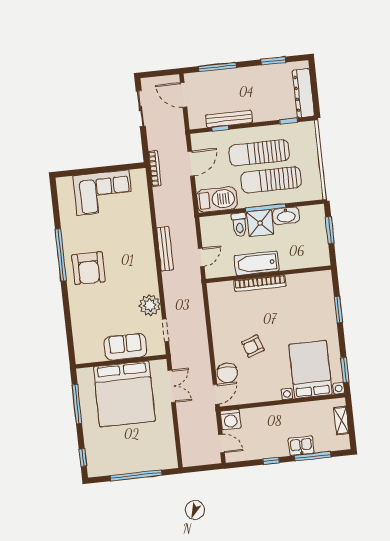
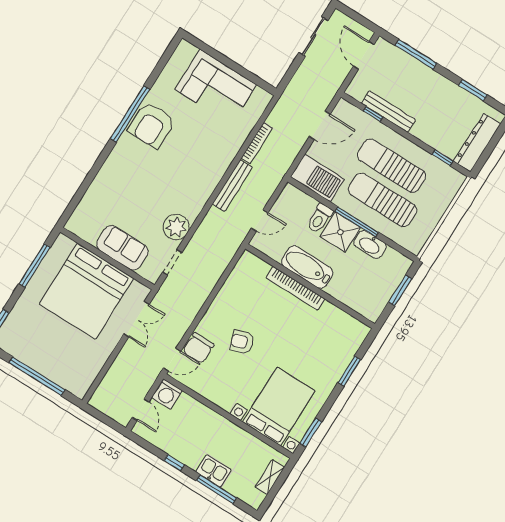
bookcase: (155, 168) -> (257, 143), moved
armchair: (89, 268) -> (152, 125), moved

